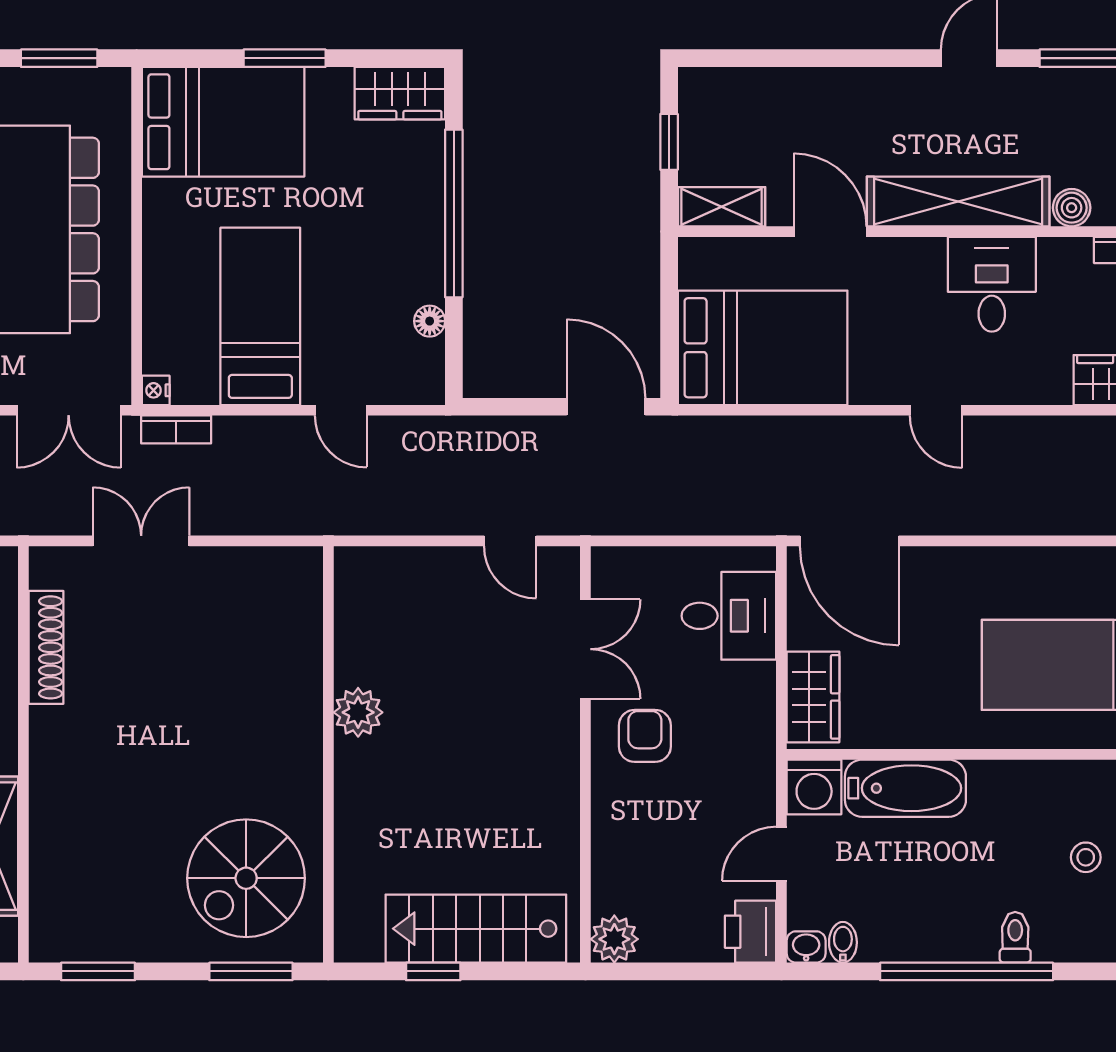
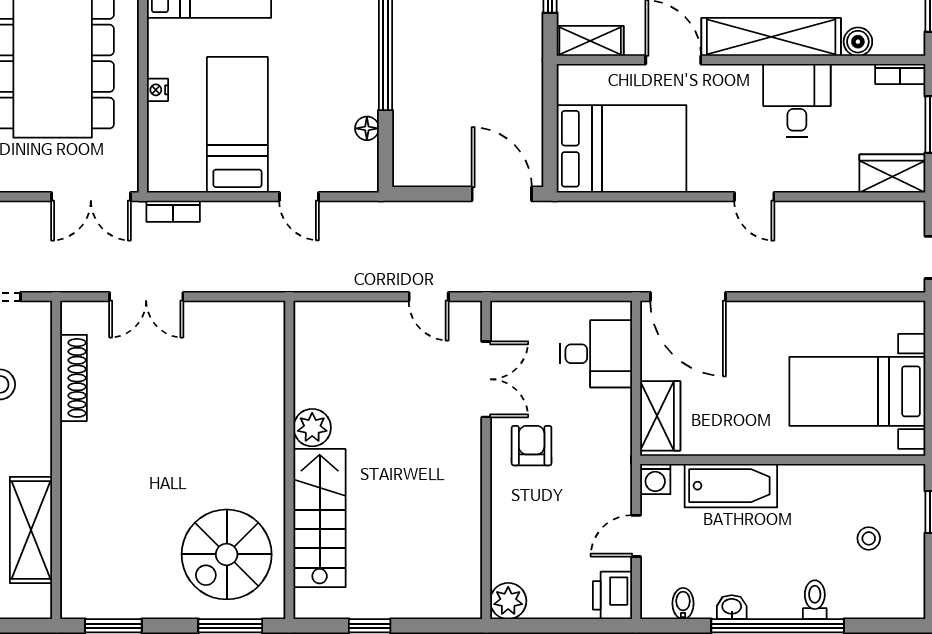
nightstand: (156, 390) -> (157, 90), moved
double door: (141, 541) -> (146, 297), swing flipped
washing machine: (814, 787) -> (655, 479), width x0.73, depth x0.73
stairs: (476, 929) -> (320, 518), moved, turned 90
washbasin: (806, 947) -> (732, 607), moved

